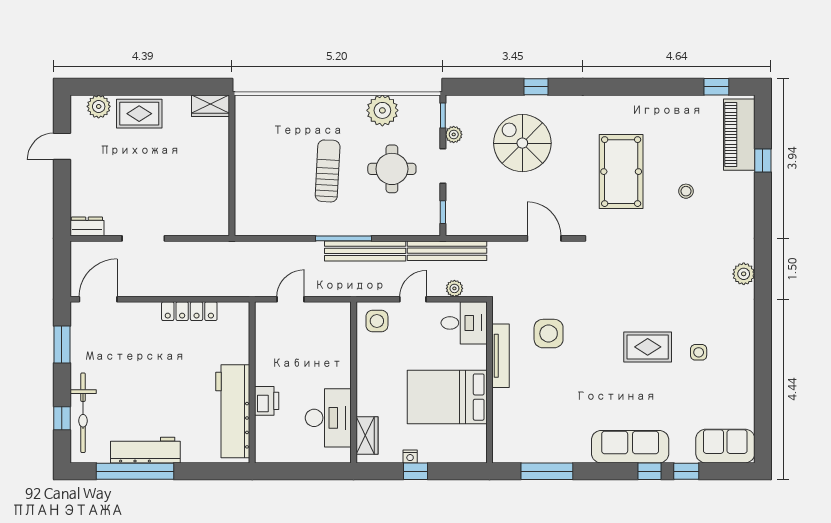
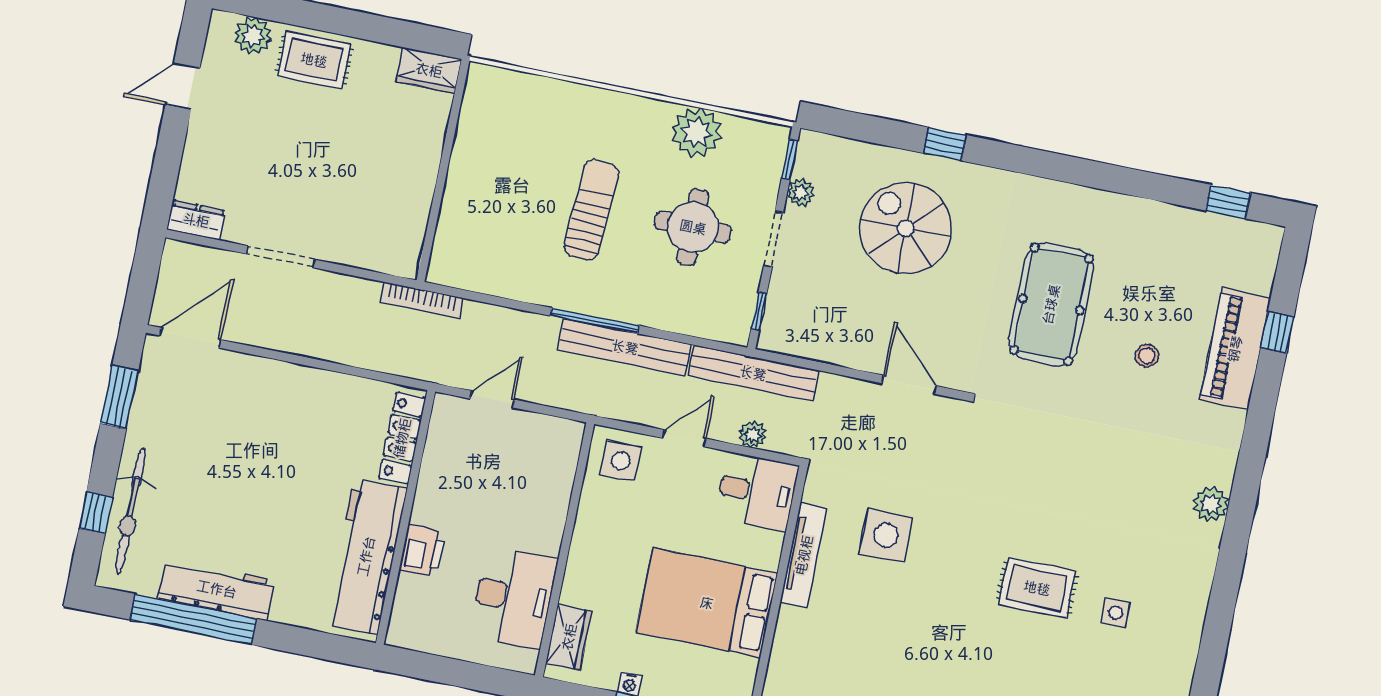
piano: (739, 135) -> (1235, 349), moved
bookcase: (235, 247) -> (421, 300), added
locker: (189, 311) -> (402, 438), moved, turned 90

